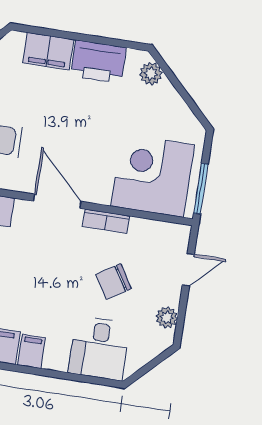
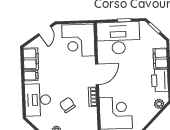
desk: (99, 348) -> (38, 100), width x1.37

